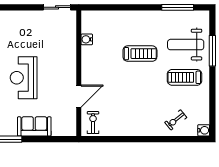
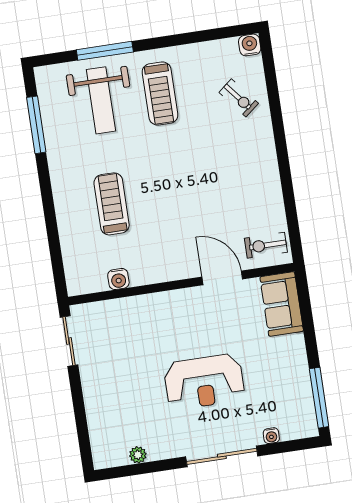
treadmill: (140, 54) -> (112, 204), moved
sofa: (34, 126) -> (282, 304), moved

